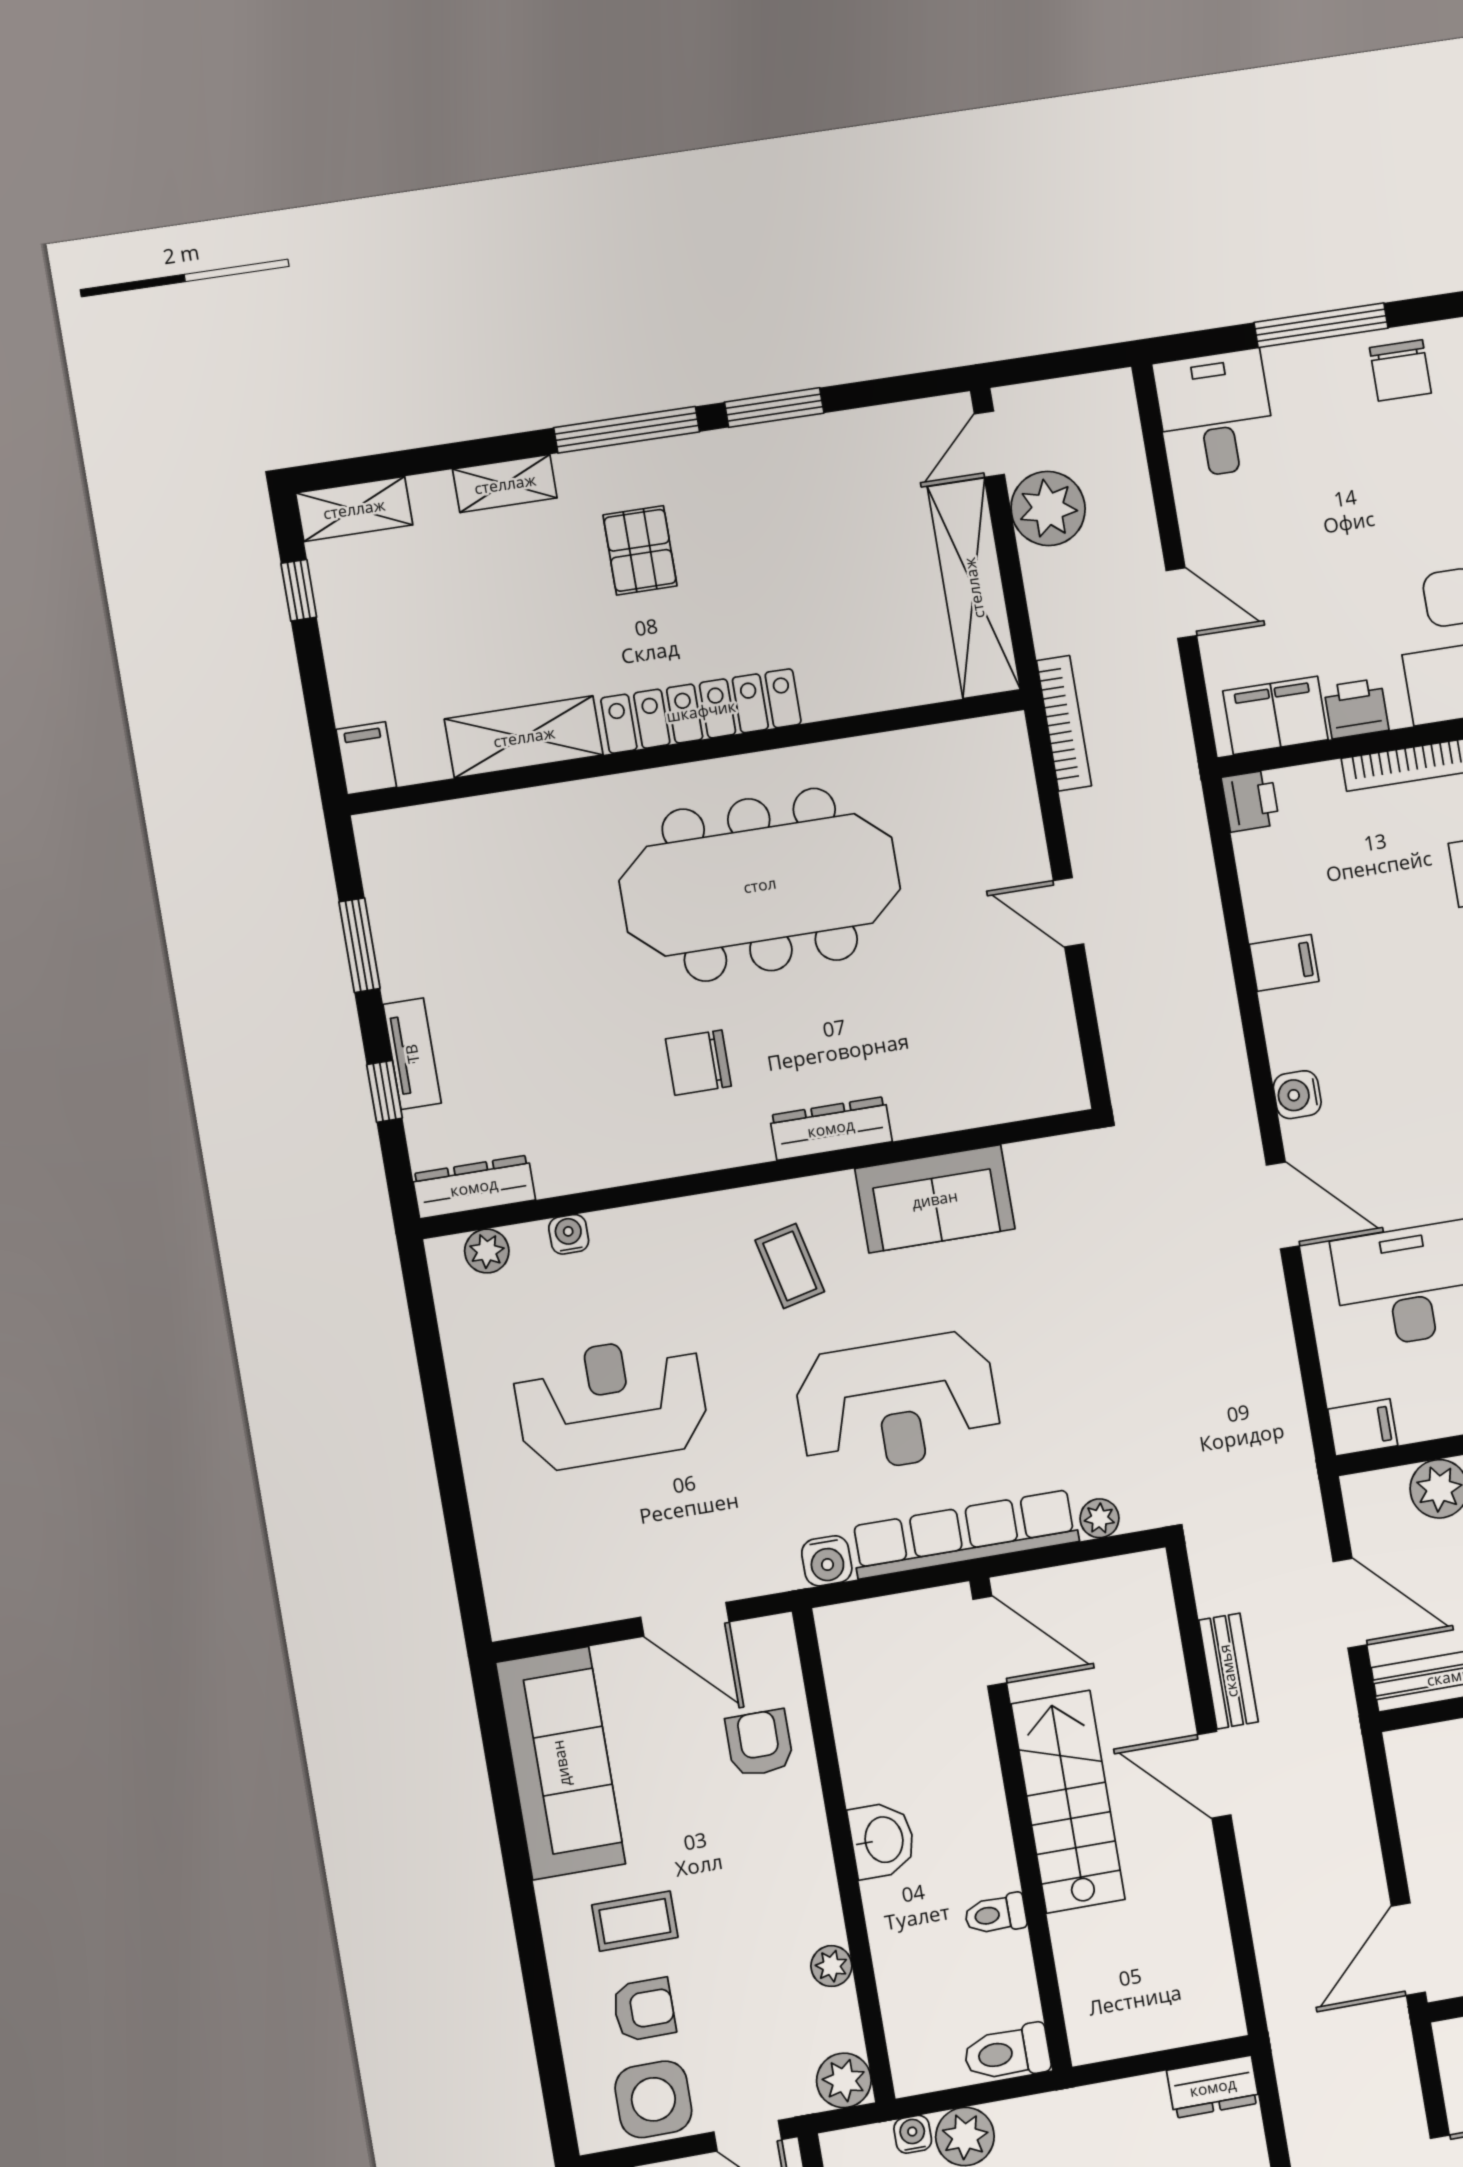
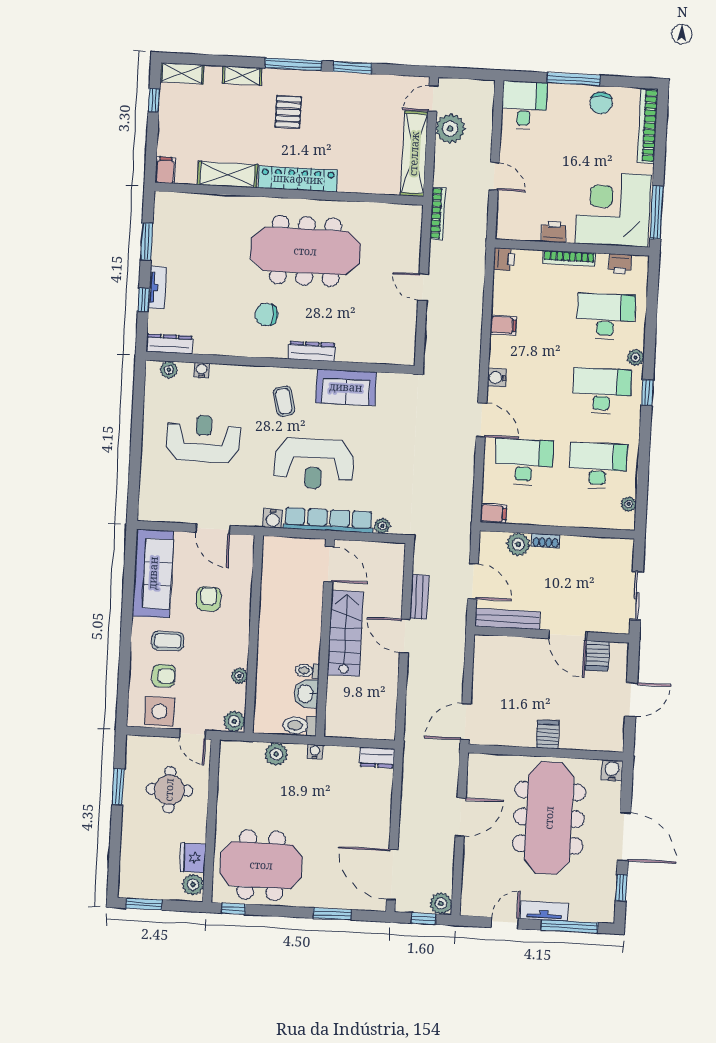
filing cabinet: (1275, 715) -> (521, 228), removed
armchair: (759, 1743) -> (209, 599), moved
washbasin: (882, 1840) -> (306, 694), moved, turned 180
water cooler: (913, 2134) -> (315, 752), moved

